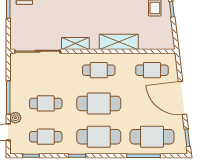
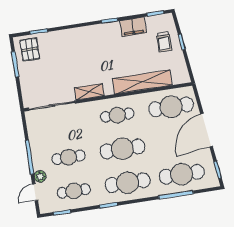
shelving: (119, 42) -> (142, 82), width x1.47
cafe table: (152, 70) -> (171, 107), width x1.37, depth x1.35
door: (183, 98) -> (207, 130), hinge flipped

